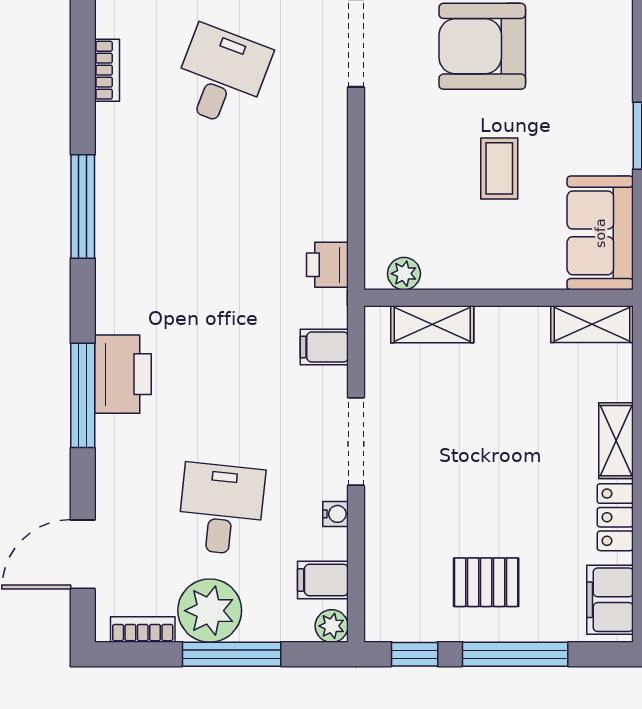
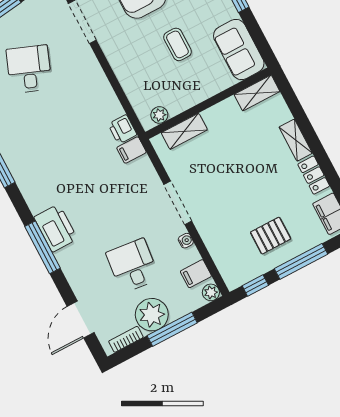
filing cabinet: (324, 347) -> (131, 150), moved

